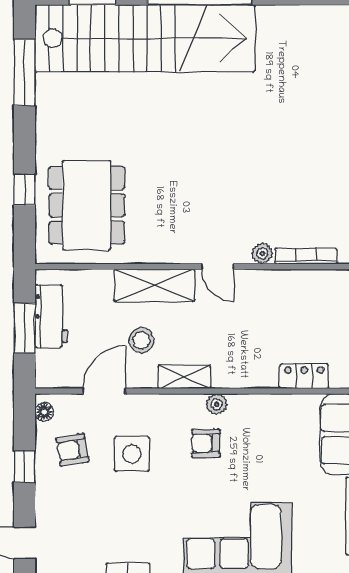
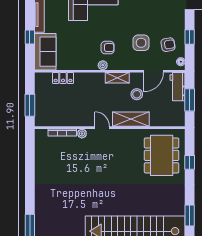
window: (25, 73) -> (190, 216), width x0.69
workbench: (51, 316) -> (178, 87), moved

